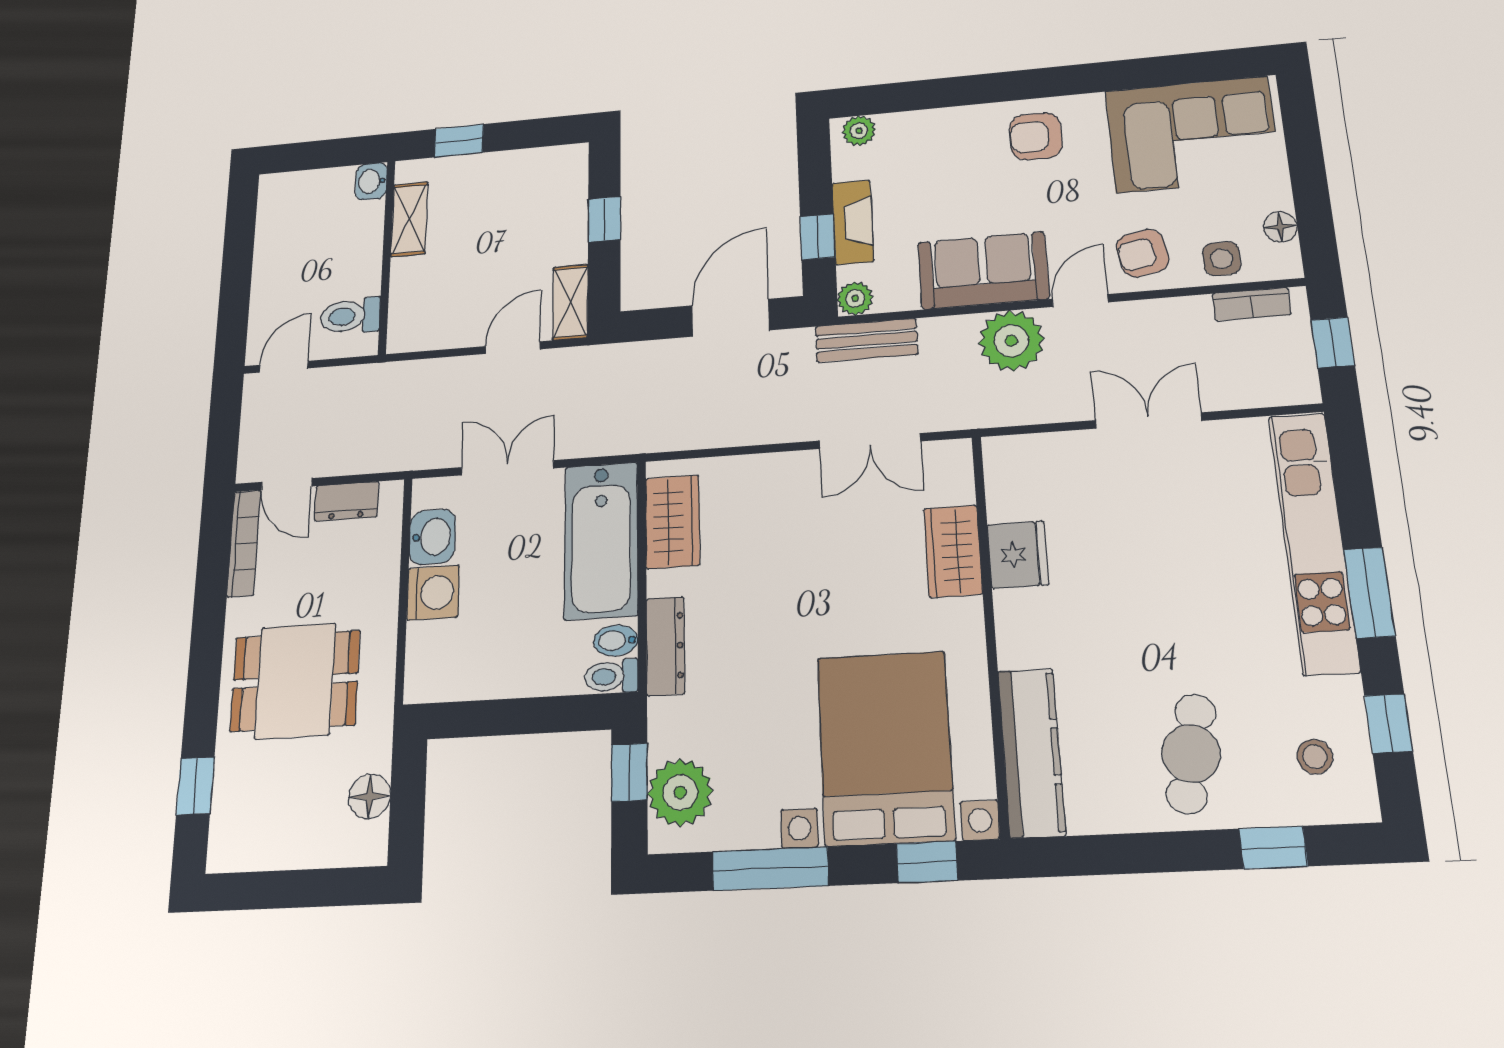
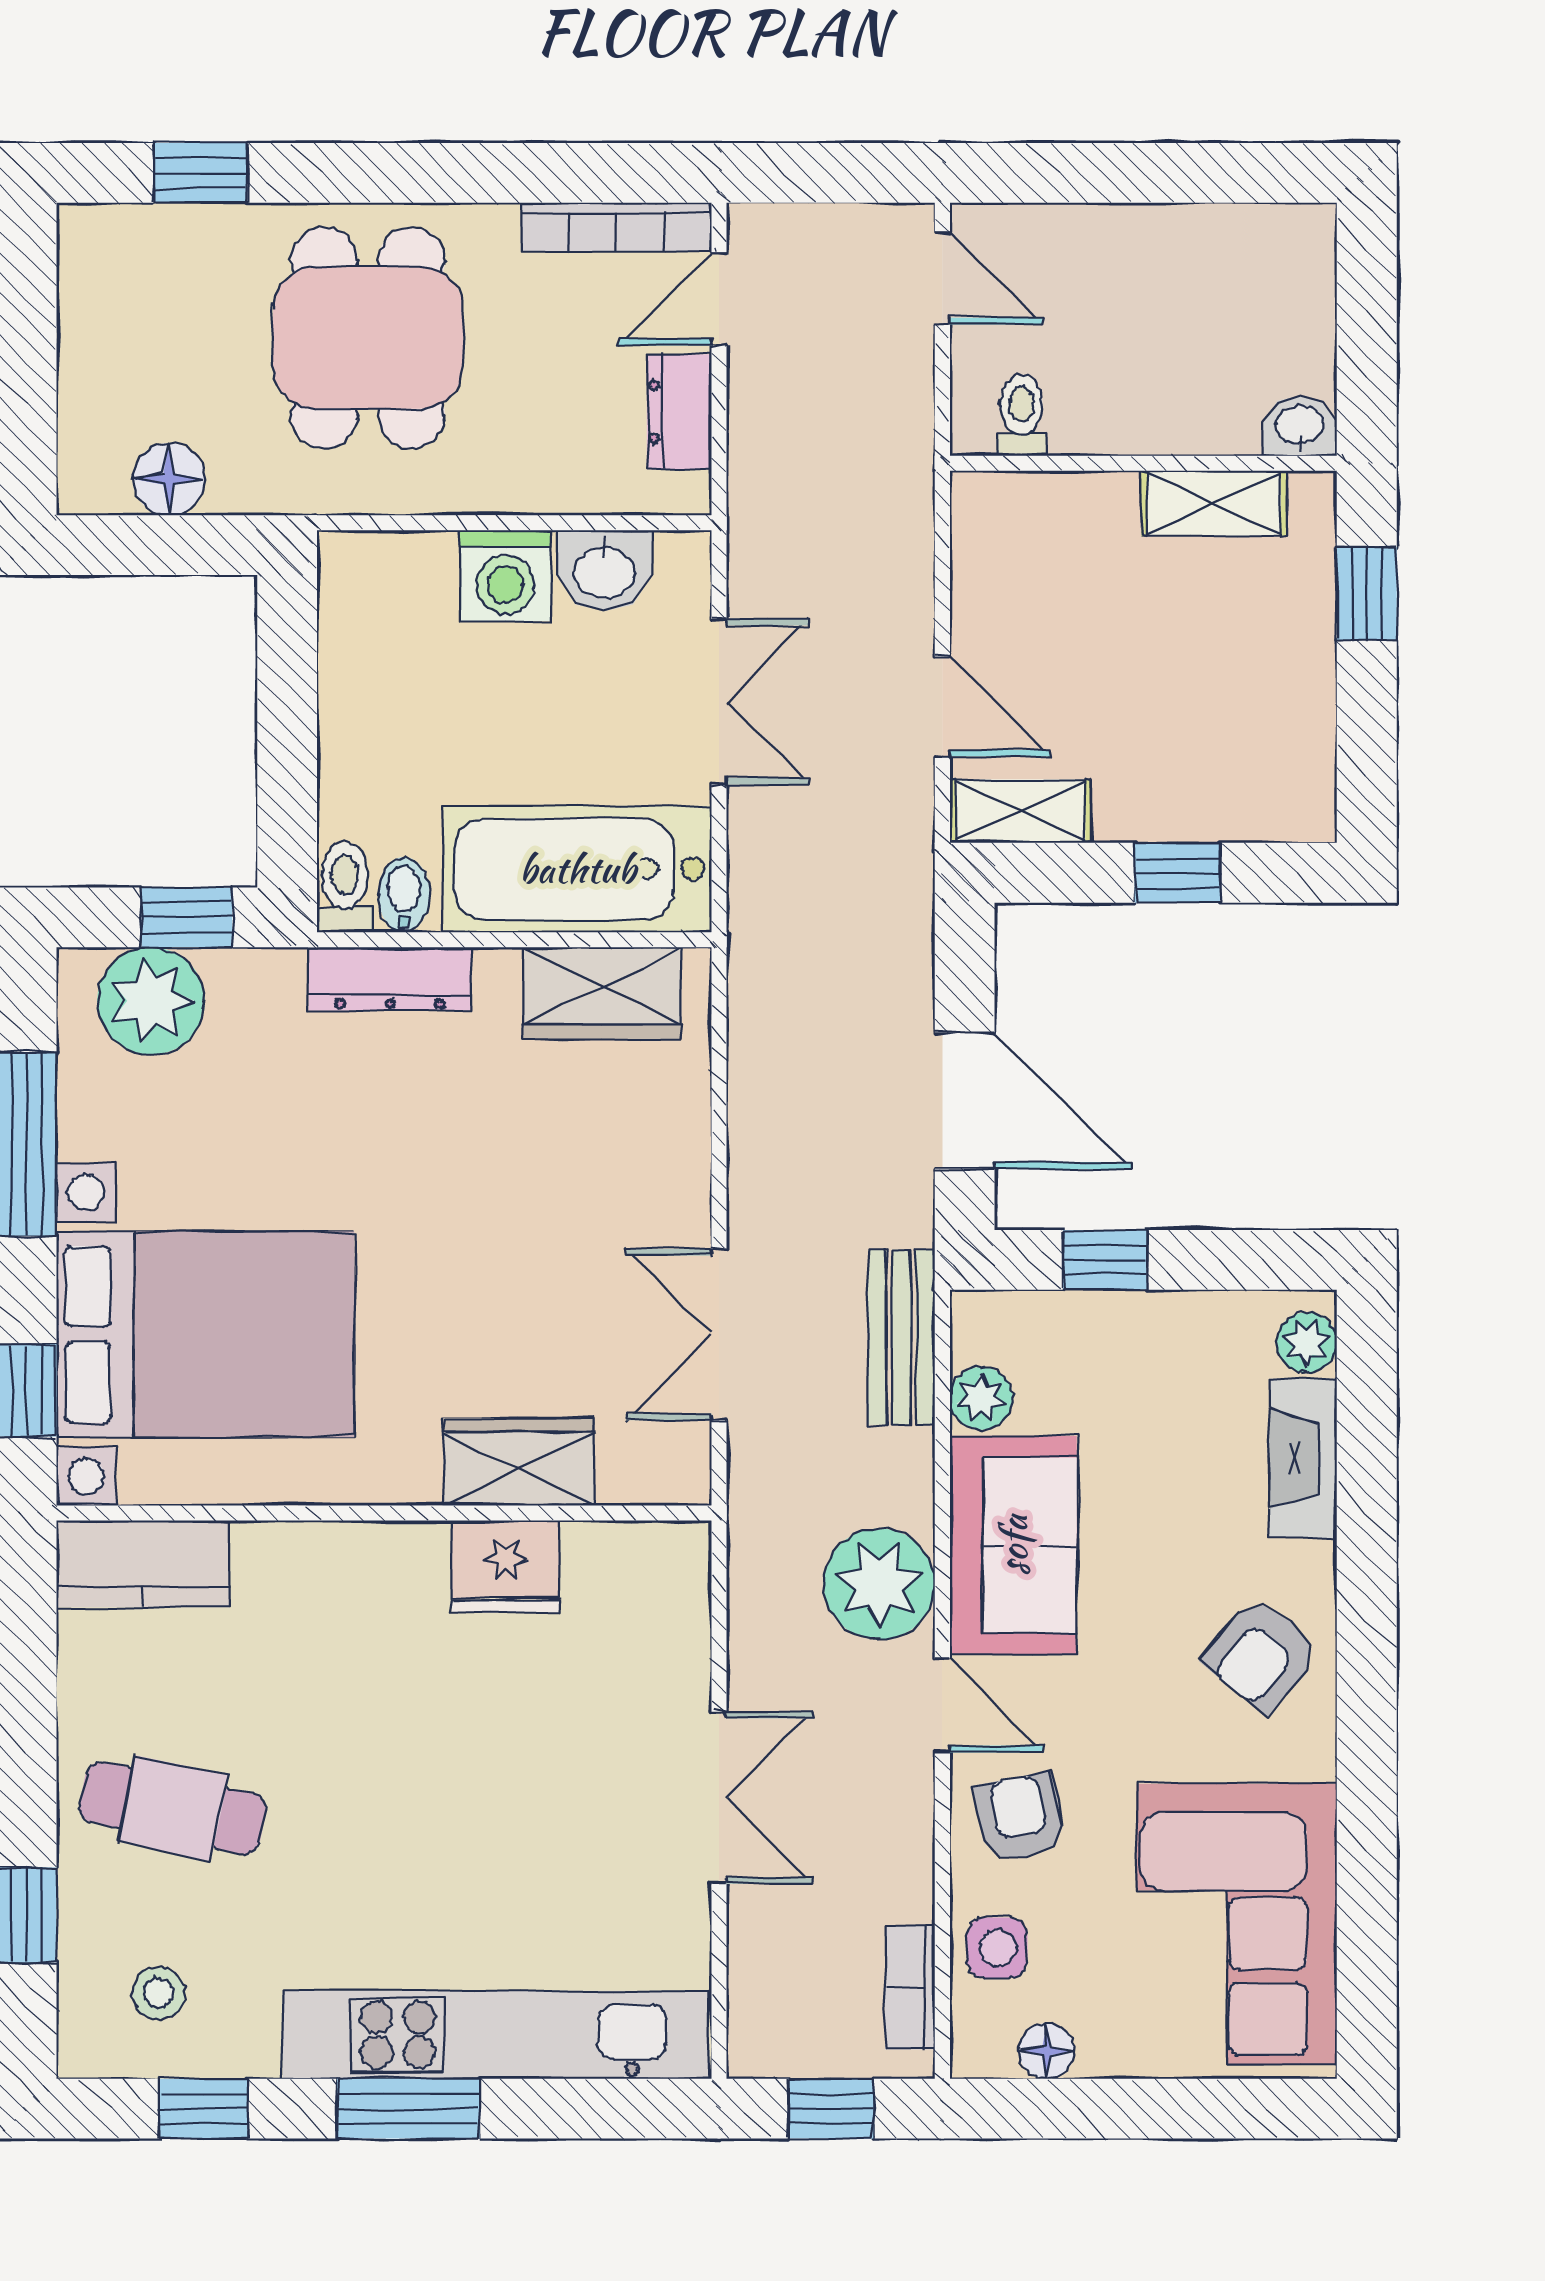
armchair: (1036, 136) -> (1262, 1655), turned -140
fireplace: (853, 222) -> (1303, 1458), moved, turned 90
plant: (855, 298) -> (981, 1398), moved
toilet: (350, 316) -> (1021, 415), width x0.73, depth x0.72
kitchen counter: (1031, 753) -> (143, 1564), width x0.67

